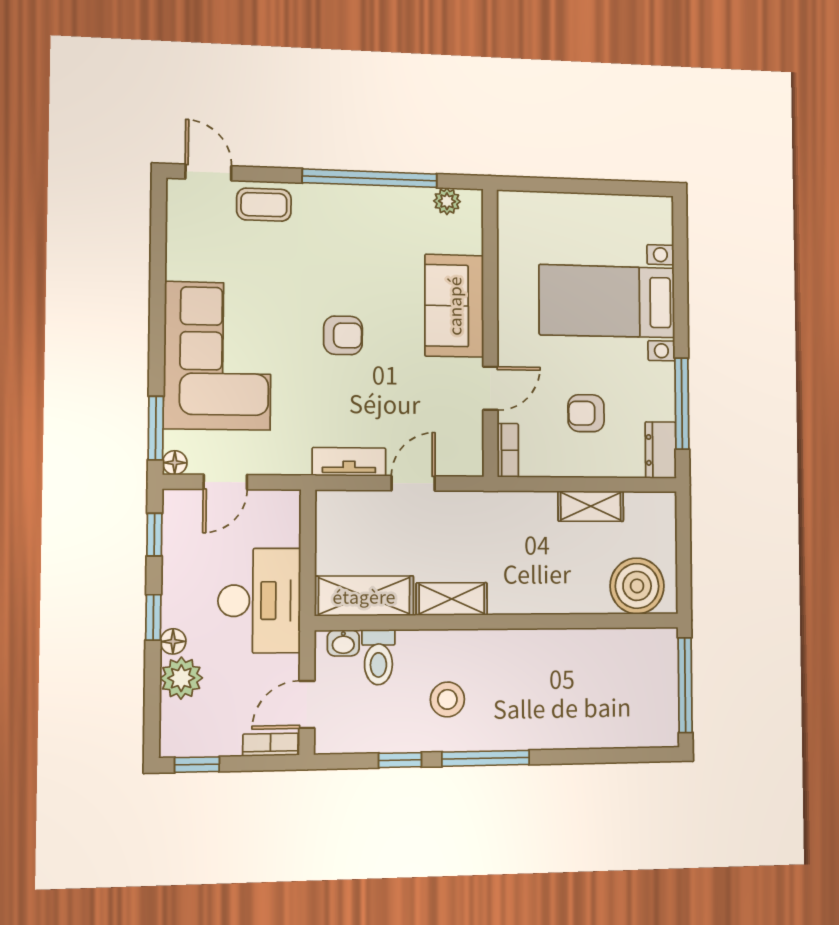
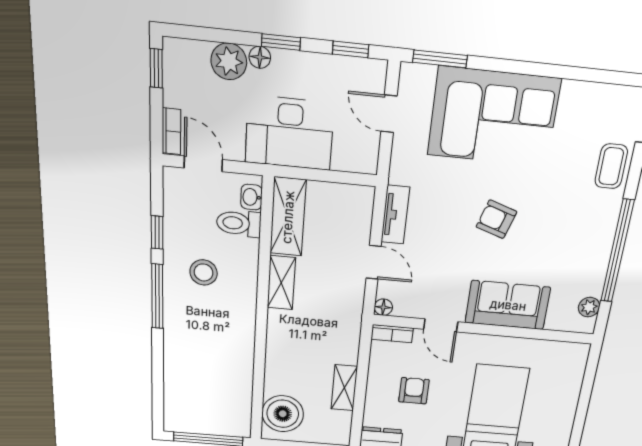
armchair: (343, 335) -> (496, 219), turned 108
floor lamp: (175, 463) -> (383, 307), moved

